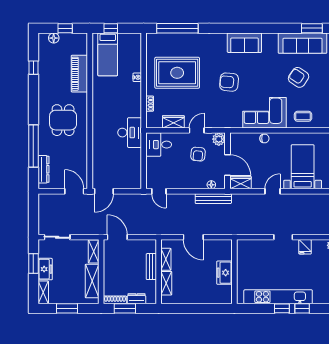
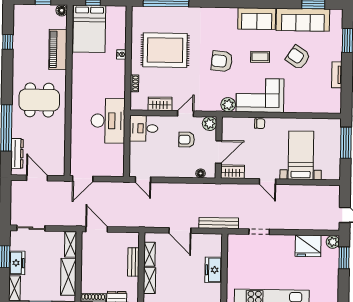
floor lamp: (54, 38) -> (62, 10), moved
sofa: (244, 43) -> (257, 19), moved
bed: (108, 54) -> (89, 29), width x1.50
coffee table: (303, 116) -> (260, 57), moved
dining table: (63, 120) -> (39, 100), width x1.38
plant: (235, 122) -> (228, 105), added
desk: (130, 133) -> (108, 121), width x1.36, depth x1.30
armchair: (198, 154) -> (187, 140), turned 85
door: (227, 165) -> (219, 152), hinge flipped
door: (74, 191) -> (37, 178), moved
door: (273, 191) -> (268, 182), swing flipped
bench: (213, 199) -> (219, 223), moved
doorway: (283, 237) -> (259, 232), moved
fridge: (305, 247) -> (308, 246), width x1.88, depth x1.34

